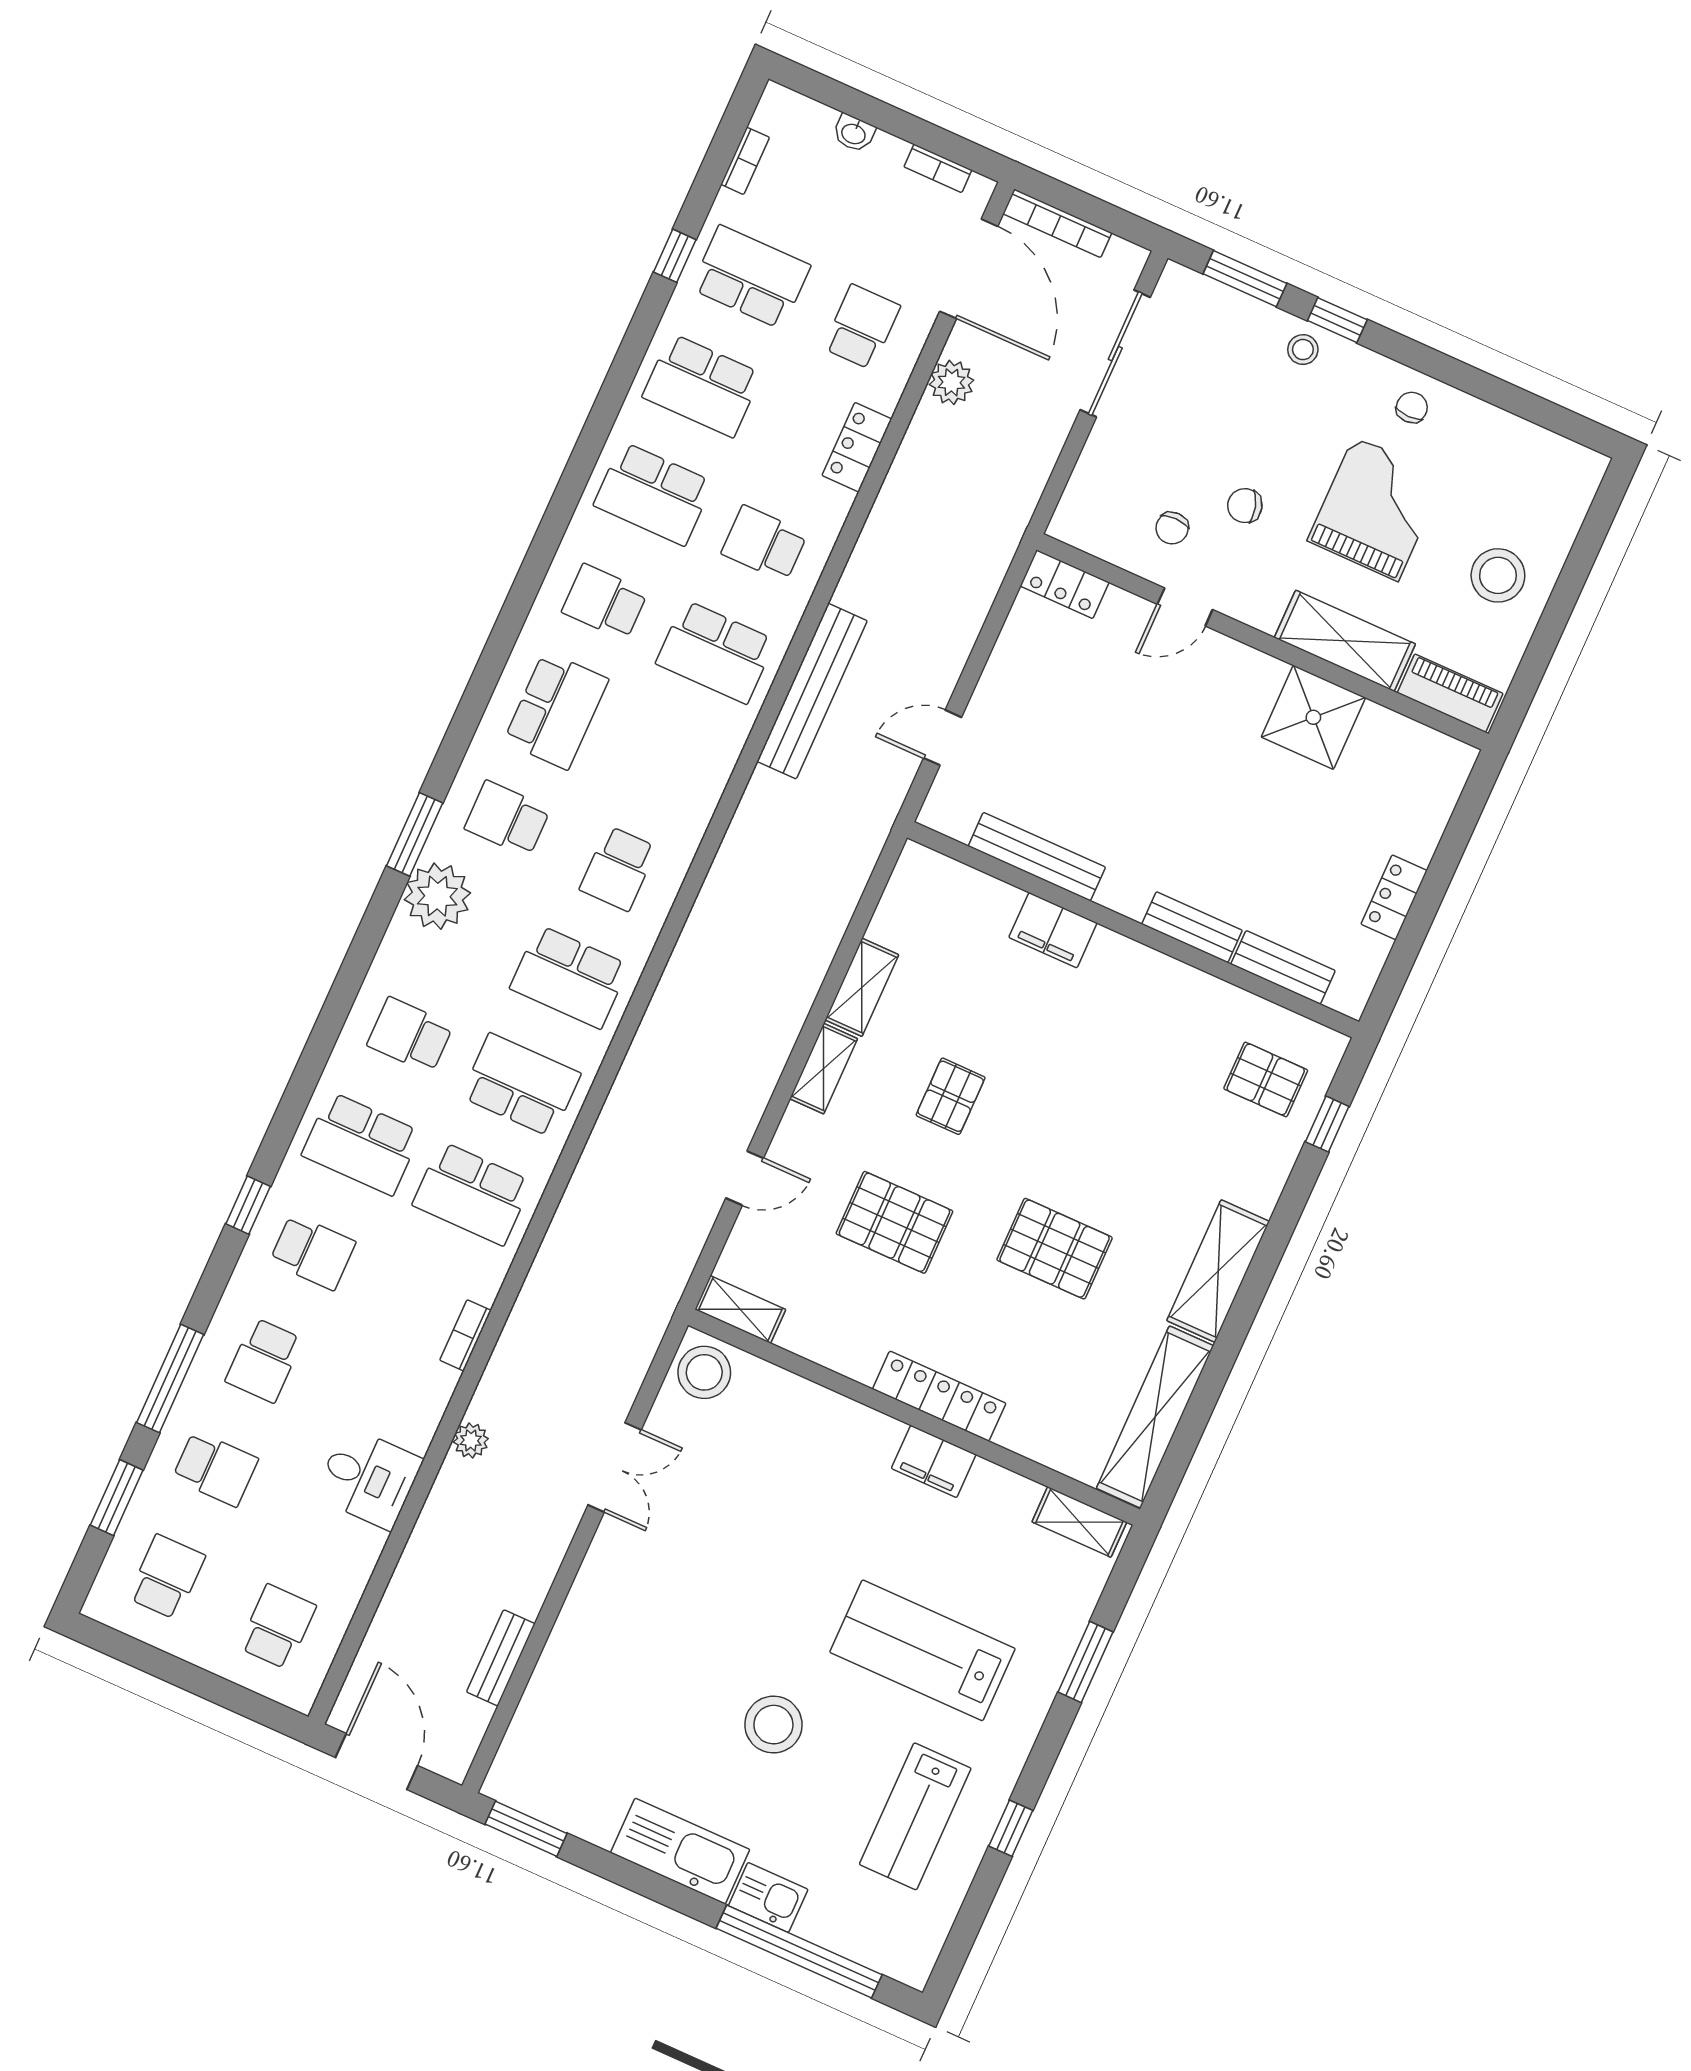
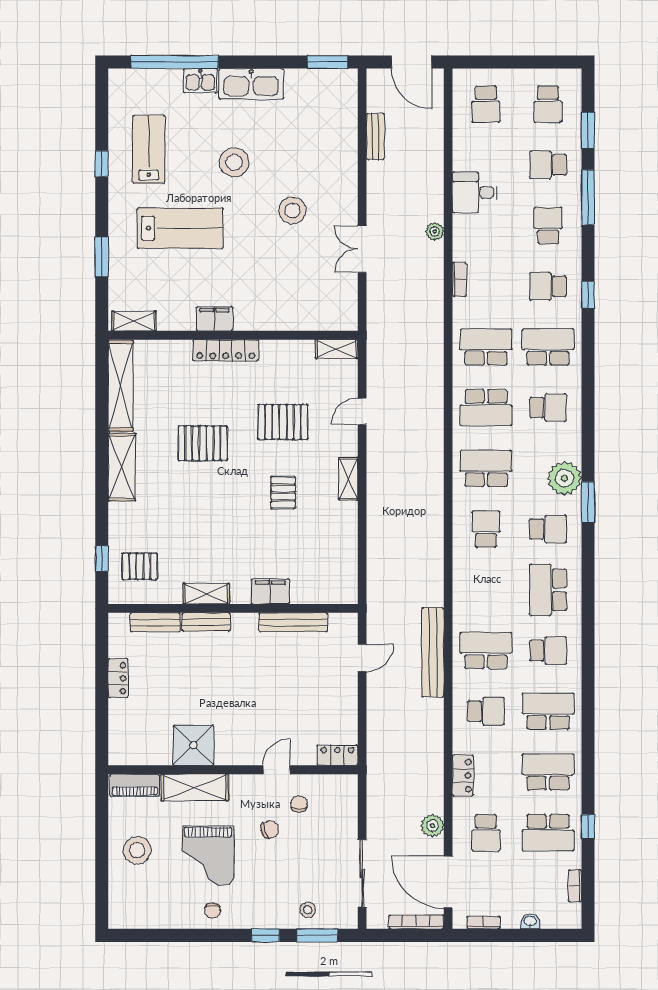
stool: (1303, 350) -> (308, 910), moved
shelving: (862, 987) -> (206, 594), moved, turned 90
stool: (704, 1372) -> (292, 211), moved

